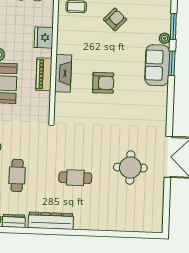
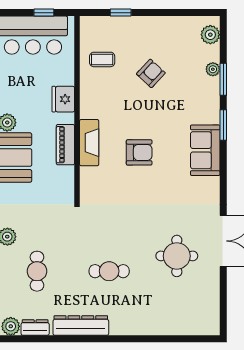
plant: (164, 38) -> (213, 69), moved
sofa: (157, 65) -> (205, 150), moved

